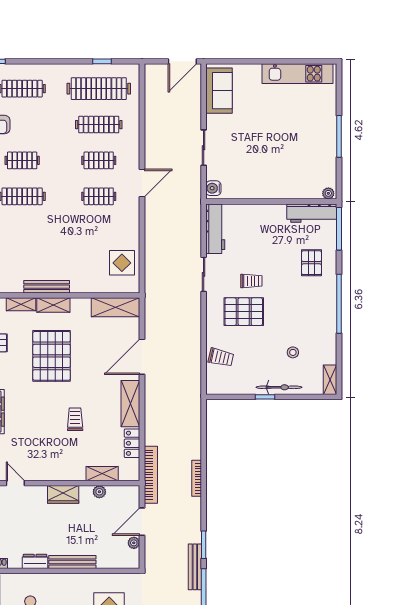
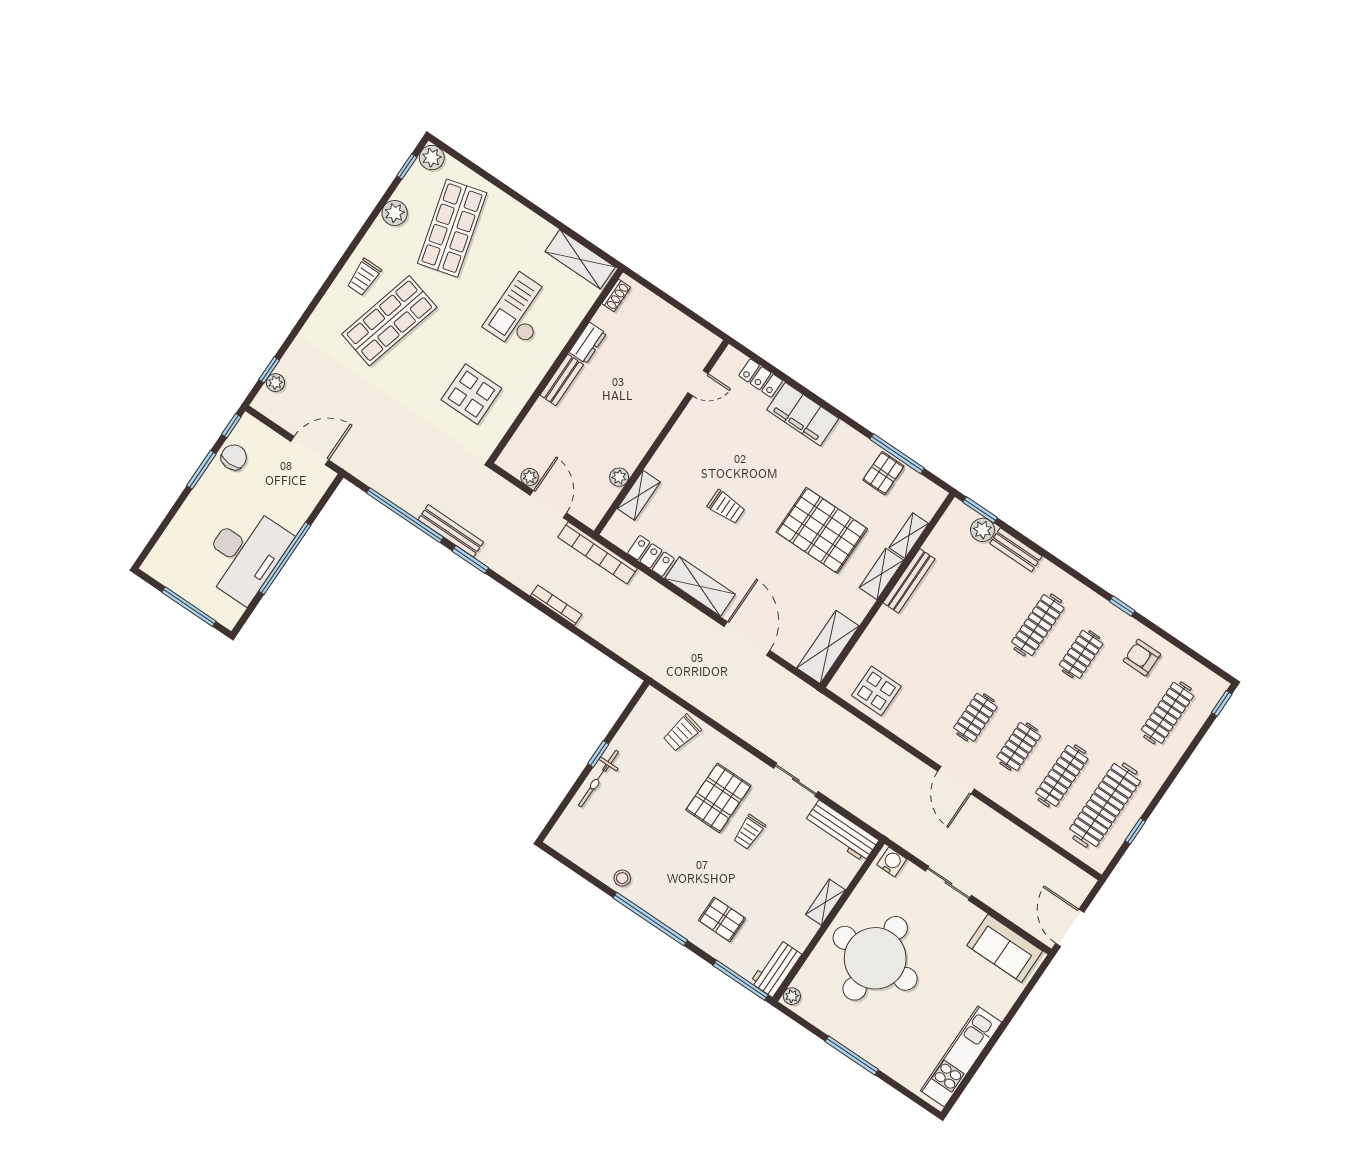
round table: (275, 160) -> (875, 958), added
workbench: (312, 213) -> (776, 968), width x0.73
stool: (293, 352) -> (622, 878), moved
shelving: (330, 380) -> (825, 902), moved, turned 90
wardrobe: (63, 494) -> (645, 431), removed
bench: (72, 562) -> (562, 380), width x0.73

